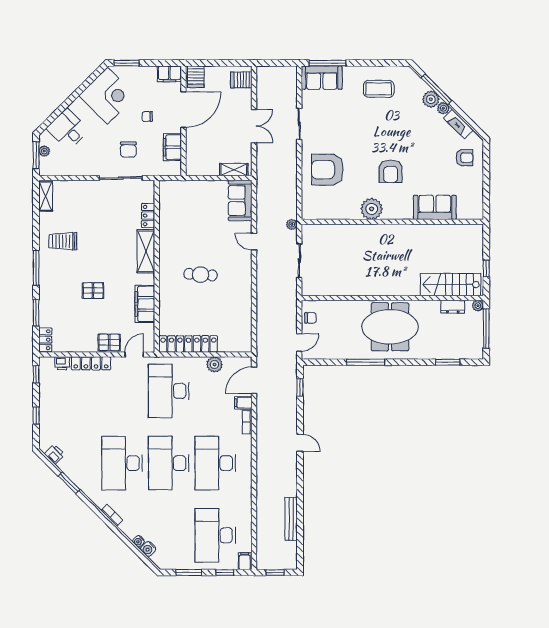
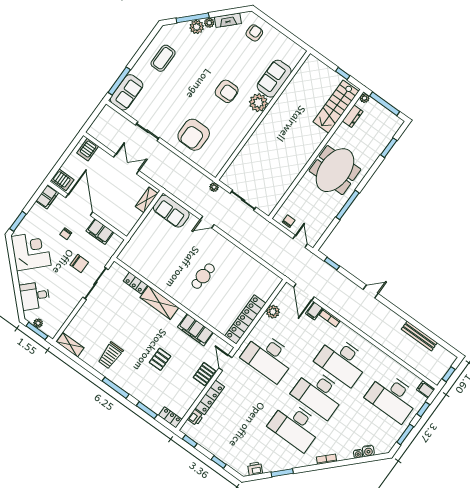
plant: (372, 209) -> (258, 103), moved

